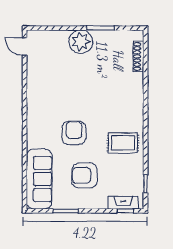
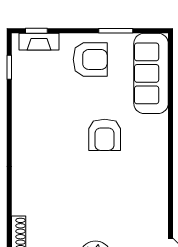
rug: (123, 143) -> (39, 122), removed
armchair: (85, 175) -> (90, 59), moved

